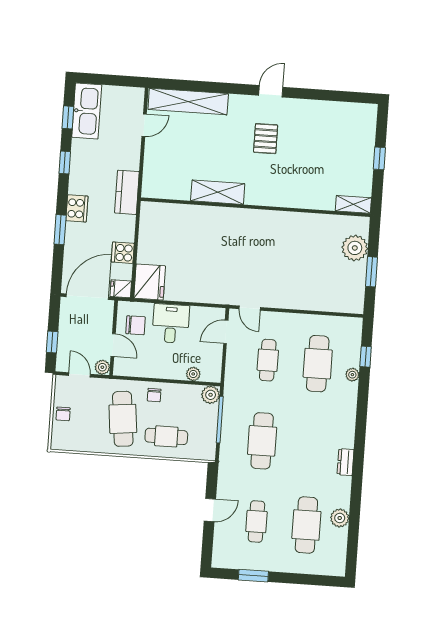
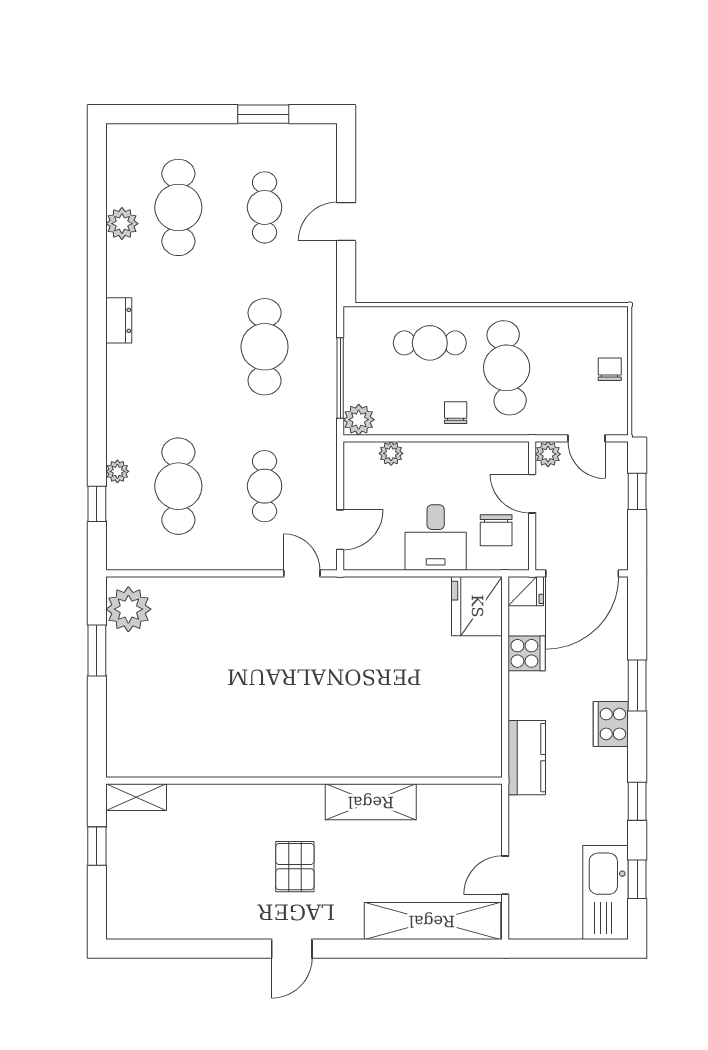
shelving: (218, 192) -> (371, 802), moved
shelving: (353, 204) -> (136, 797), moved
wall: (255, 207) -> (304, 781), moved
plant: (355, 248) -> (128, 609), moved
chair: (135, 325) -> (496, 530), turned -90

